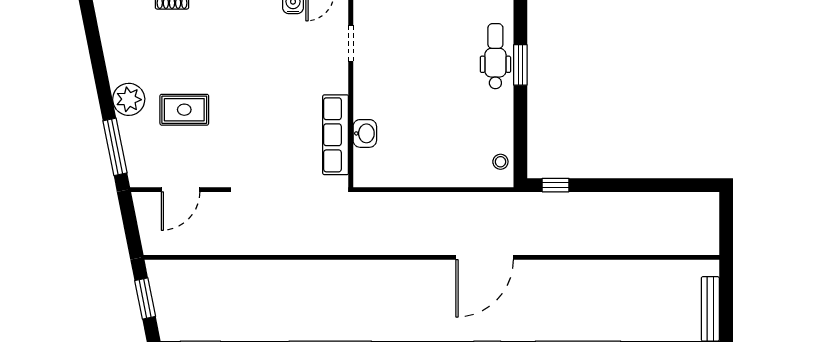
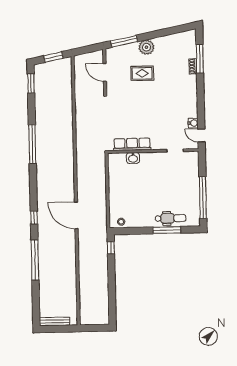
window: (520, 65) -> (167, 230), width x1.44
rug: (184, 110) -> (142, 73), turned 90

